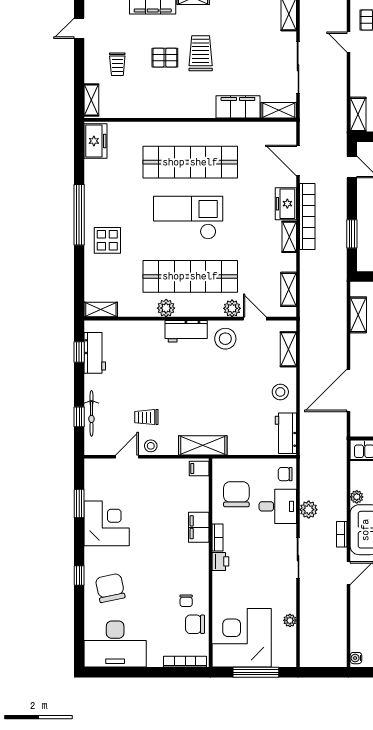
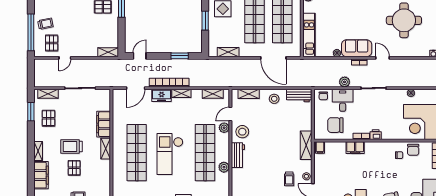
pallet: (248, 15) -> (49, 118), added
shelving: (279, 110) -> (106, 149), moved

